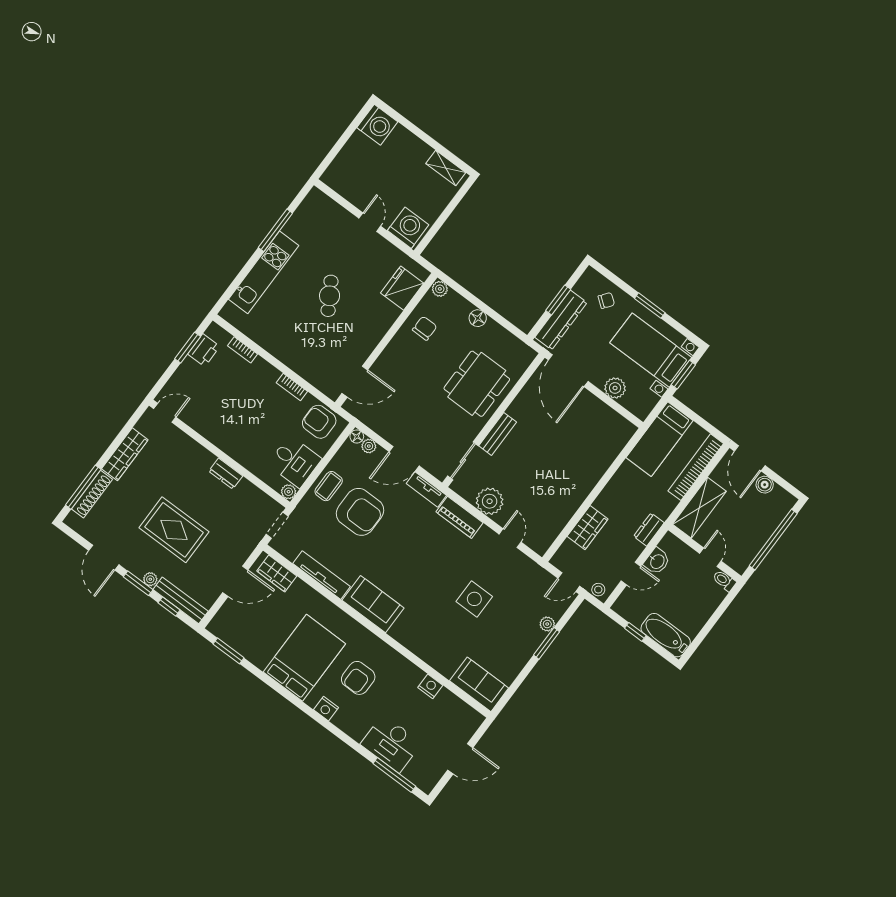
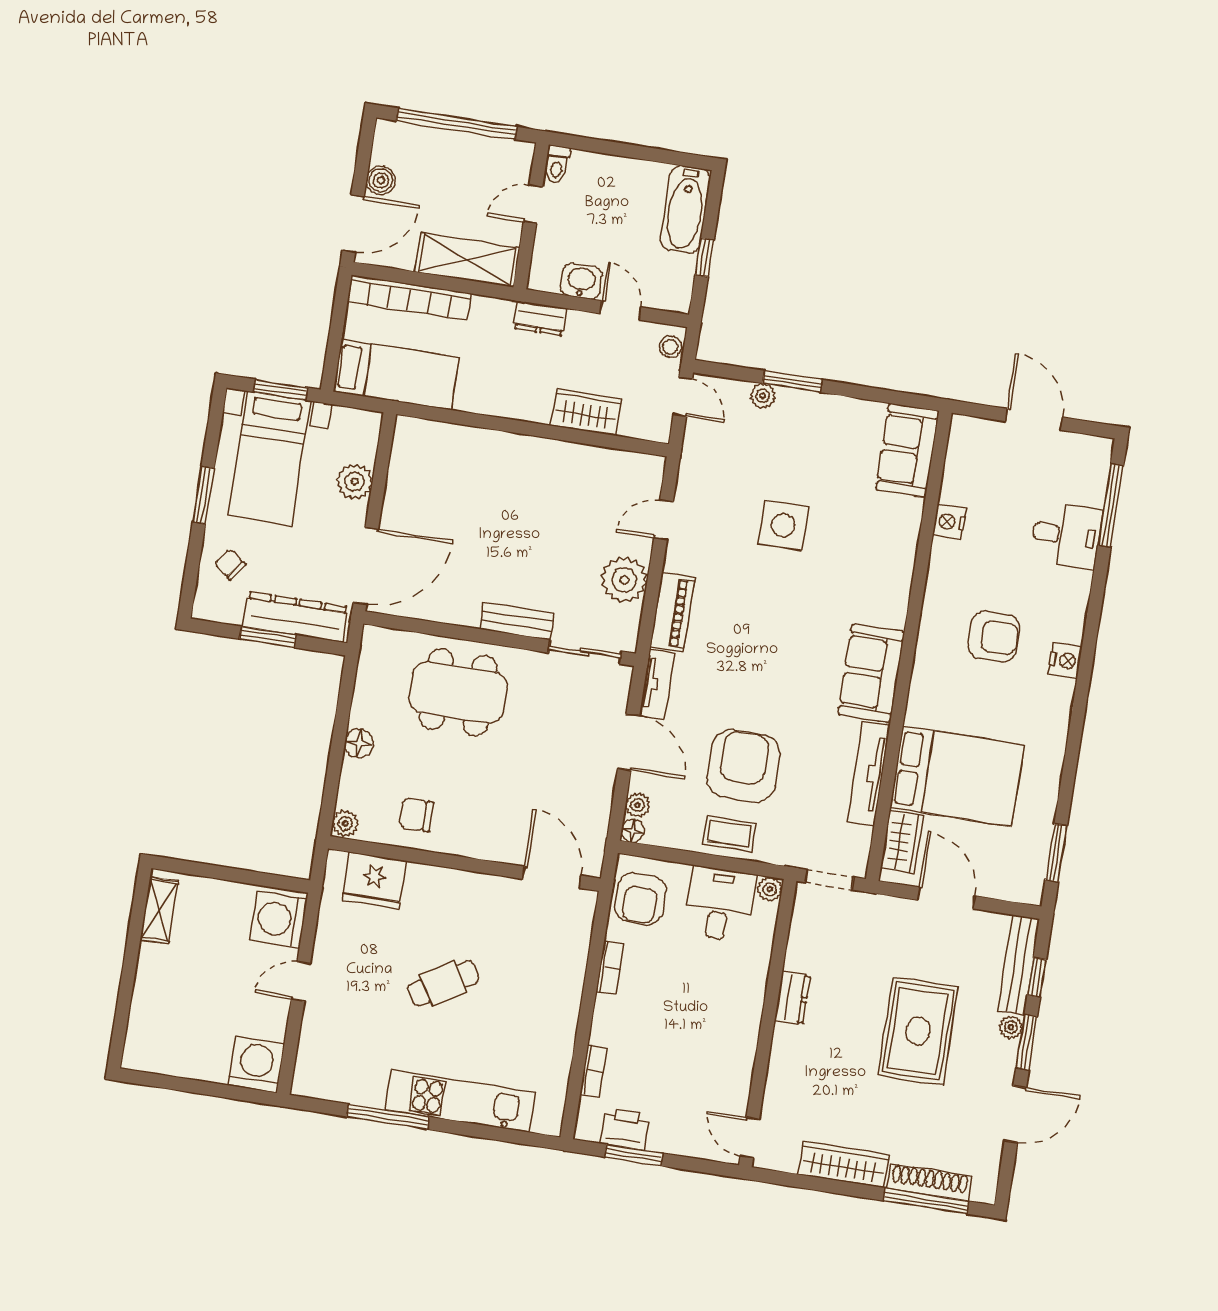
washing machine: (377, 125) -> (256, 1064), moved
bed: (304, 658) -> (957, 776), moved, turned 180
desk: (391, 744) -> (1067, 535), width x0.73

